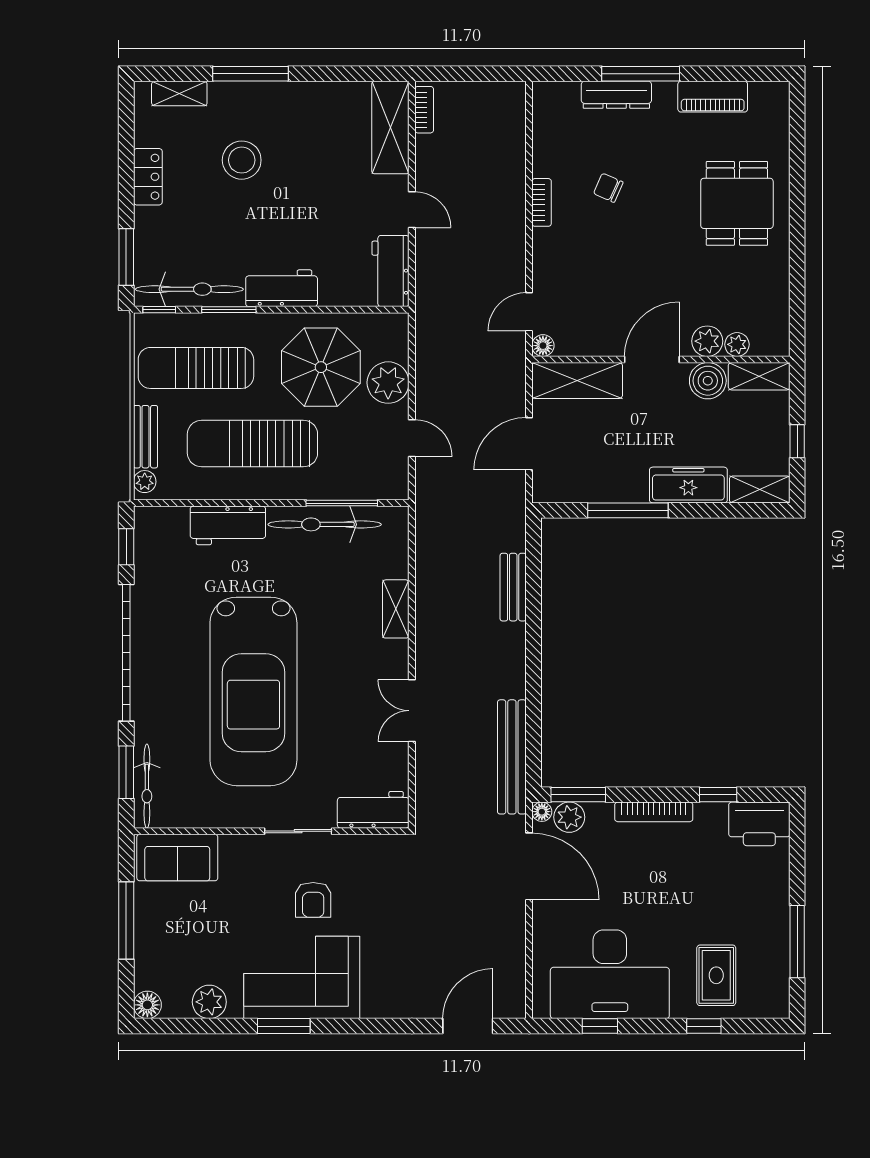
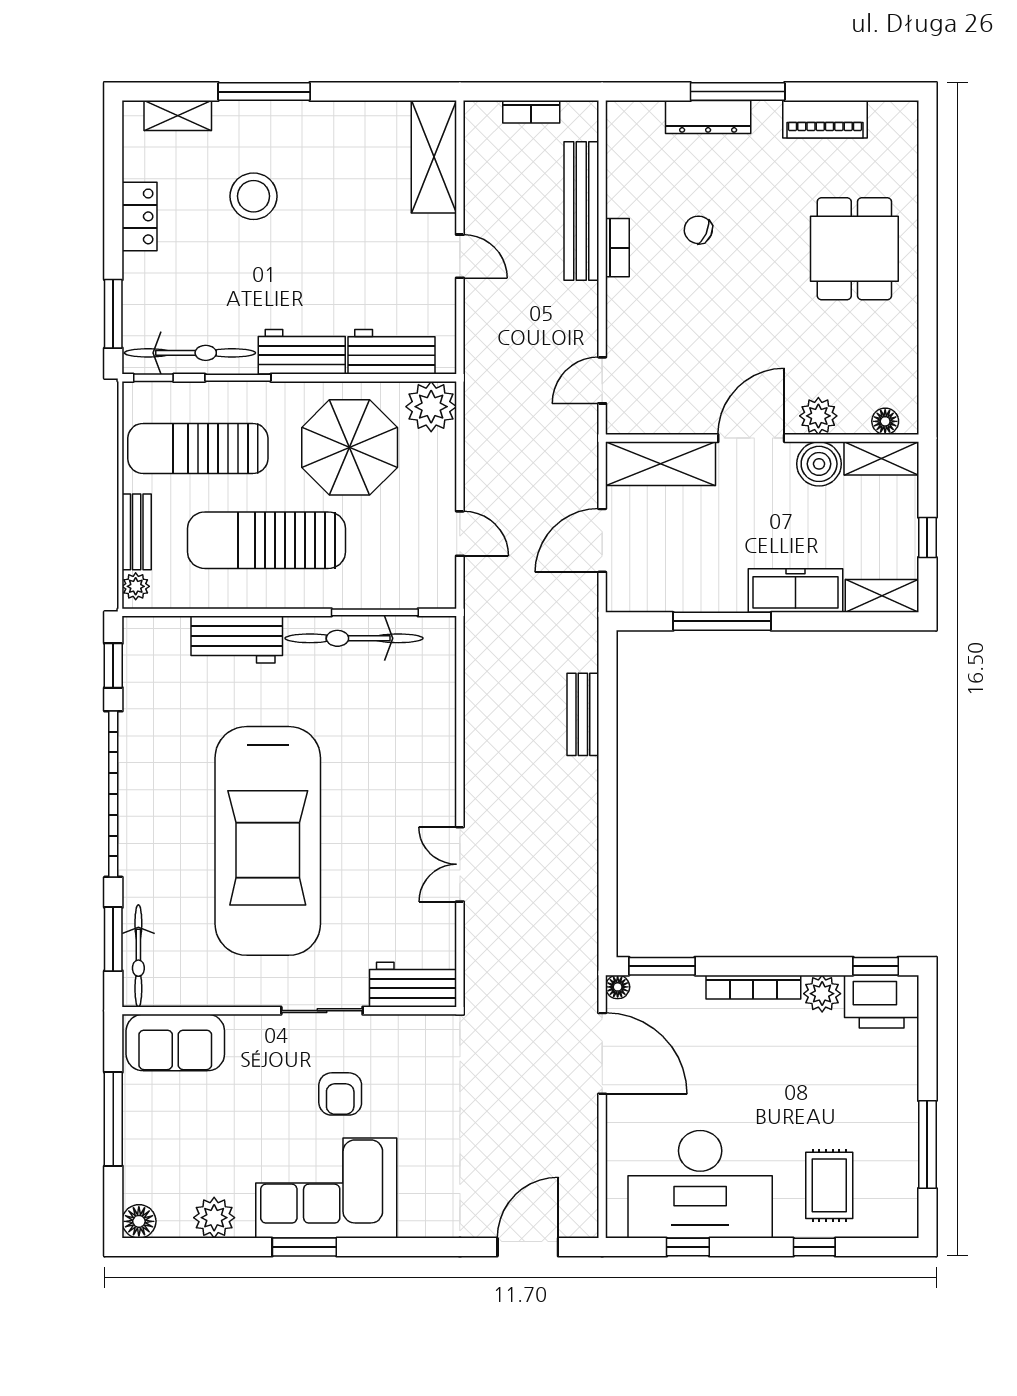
bookcase: (424, 110) -> (531, 112), moved, turned 90
workbench: (390, 271) -> (391, 352), moved, turned 90
plant: (737, 344) -> (854, 420), removed
floor lamp: (543, 346) -> (885, 421), moved
plant: (388, 383) -> (431, 407), moved
shelving: (396, 609) -> (440, 741), removed
bench: (512, 757) -> (581, 211), moved
window: (718, 795) -> (876, 966), moved
plant: (569, 817) -> (822, 994), moved

